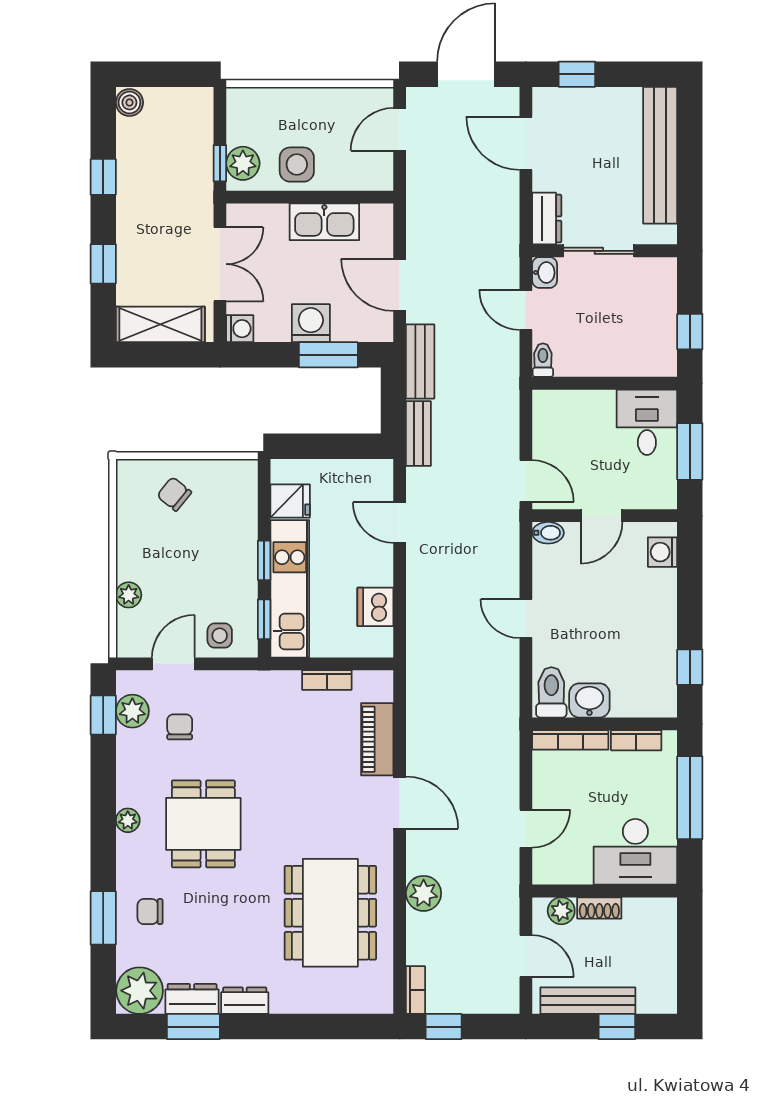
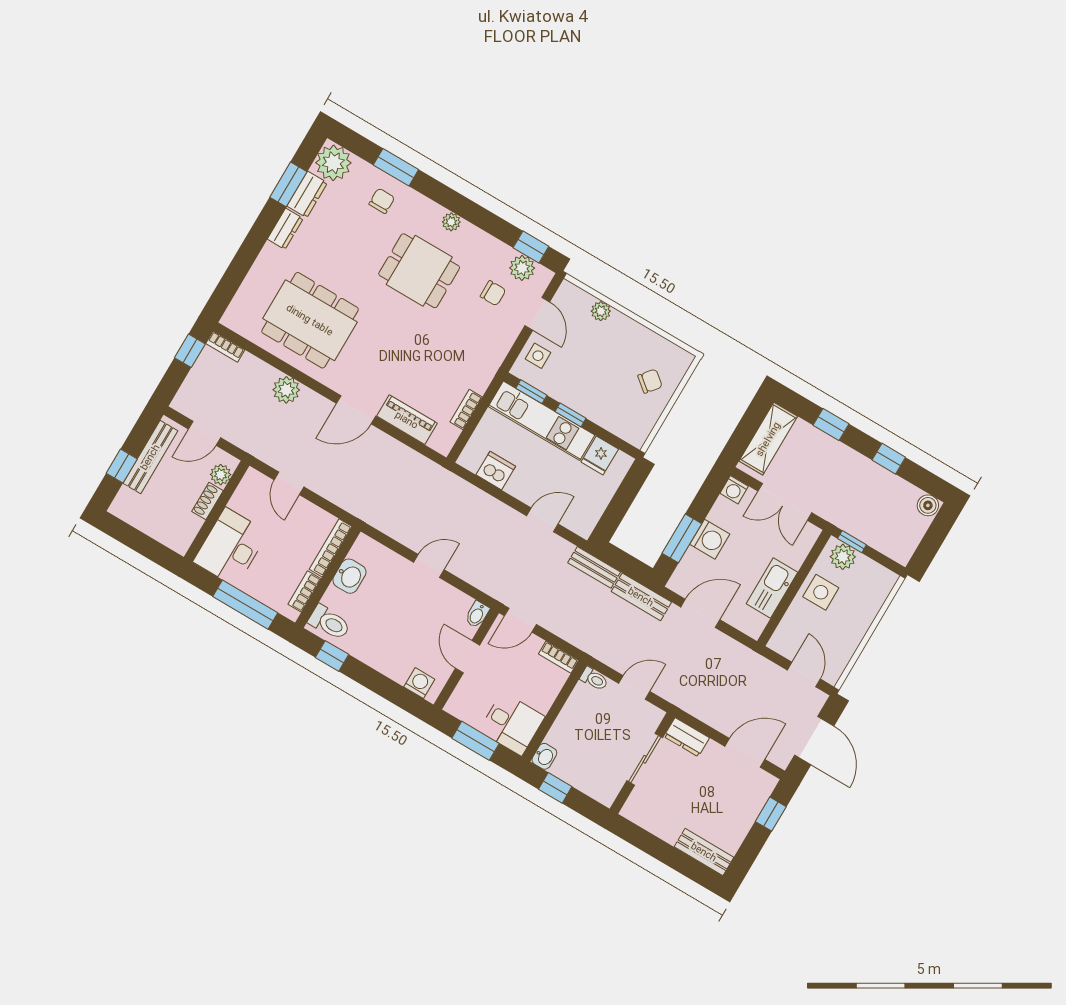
bench: (660, 155) -> (704, 852), width x0.54, depth x0.82
washbasin: (545, 272) -> (544, 756), moved, turned -90
bookcase: (542, 414) -> (559, 657), added
toilet: (551, 692) -> (329, 622), moved

